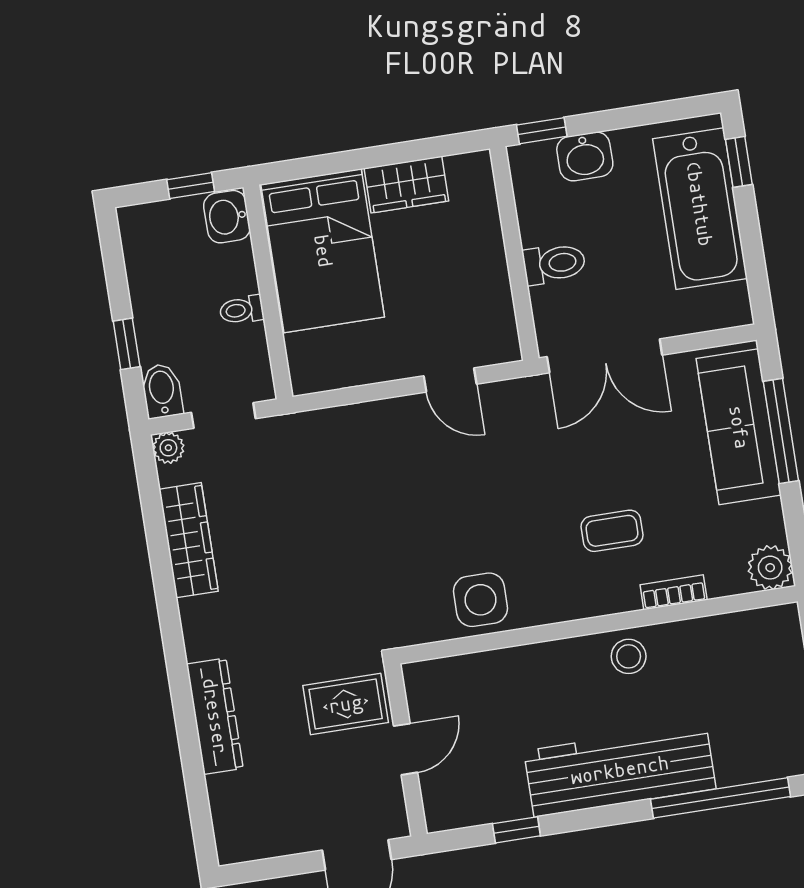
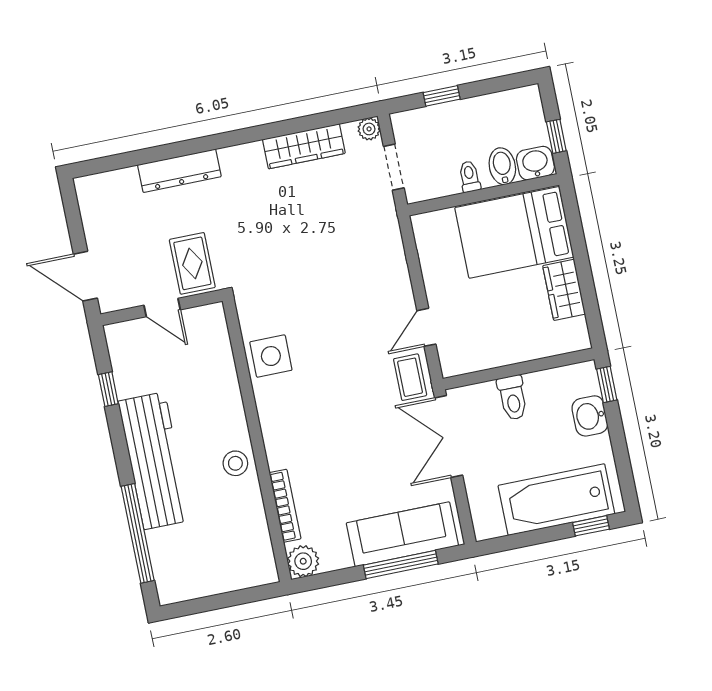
bidet: (162, 391) -> (502, 166), moved, turned -90
coffee table: (612, 531) -> (410, 377), moved
bookcase: (674, 592) -> (285, 506), width x1.56

